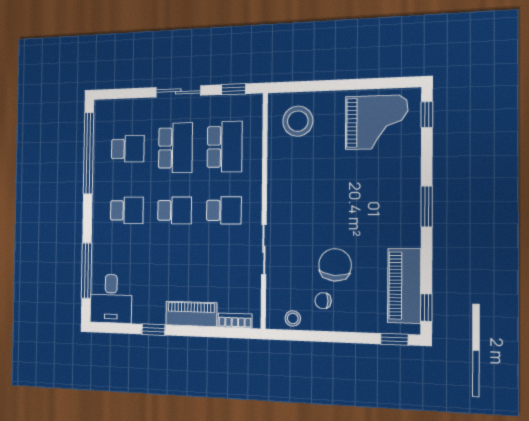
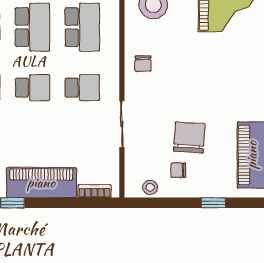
chair: (287, 185) -> (143, 64), added
piano: (191, 314) -> (41, 183), width x1.37, depth x1.33
window: (394, 339) -> (213, 203), moved

